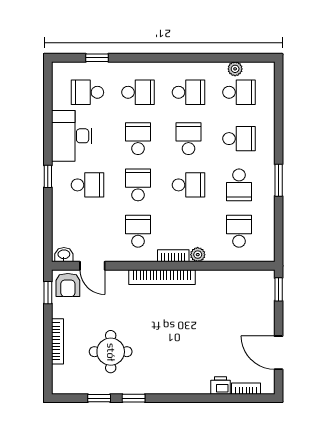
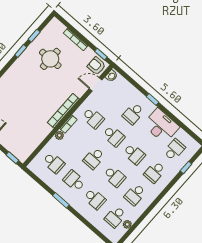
school desk: (239, 139) -> (95, 199), turned -90

